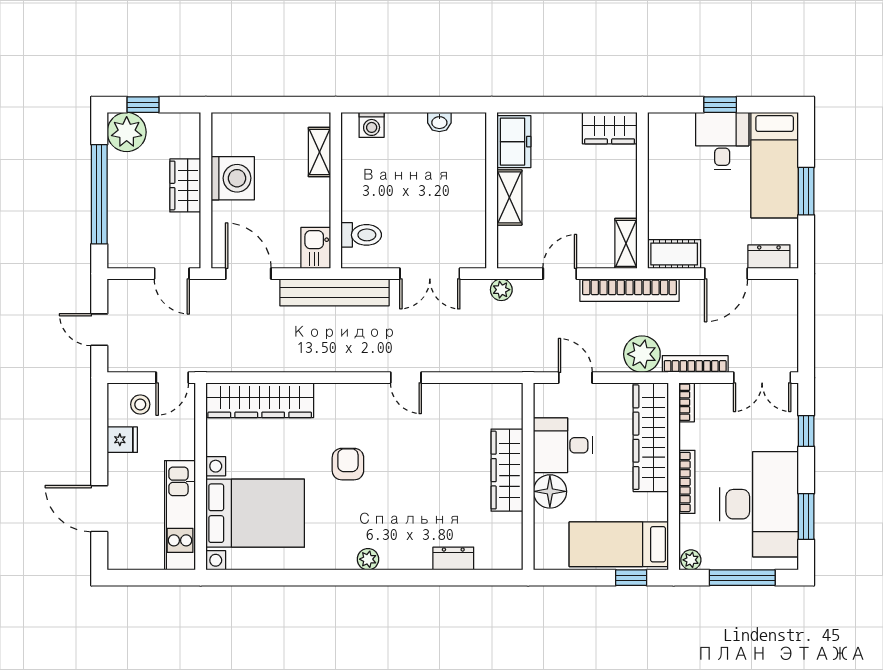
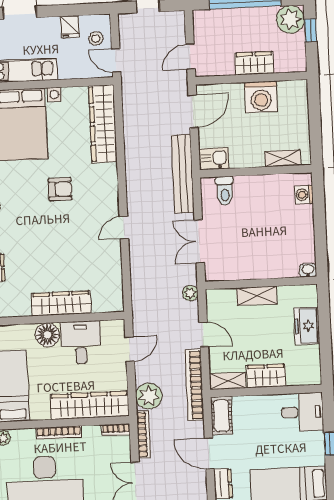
washbasin: (439, 122) -> (308, 270), moved, turned 90
wardrobe: (610, 128) -> (266, 376), moved, turned 90
desk: (722, 141) -> (302, 412), moved
freezer: (514, 142) -> (307, 326), moved, turned 90

